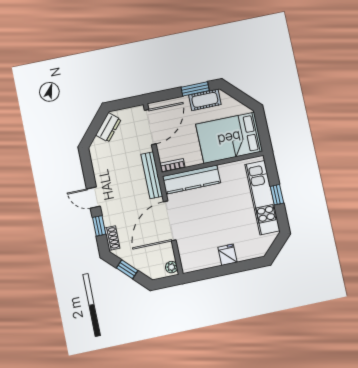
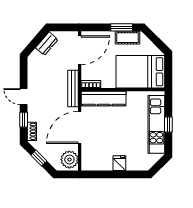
plant: (171, 267) -> (69, 160), width x1.87, depth x1.87

